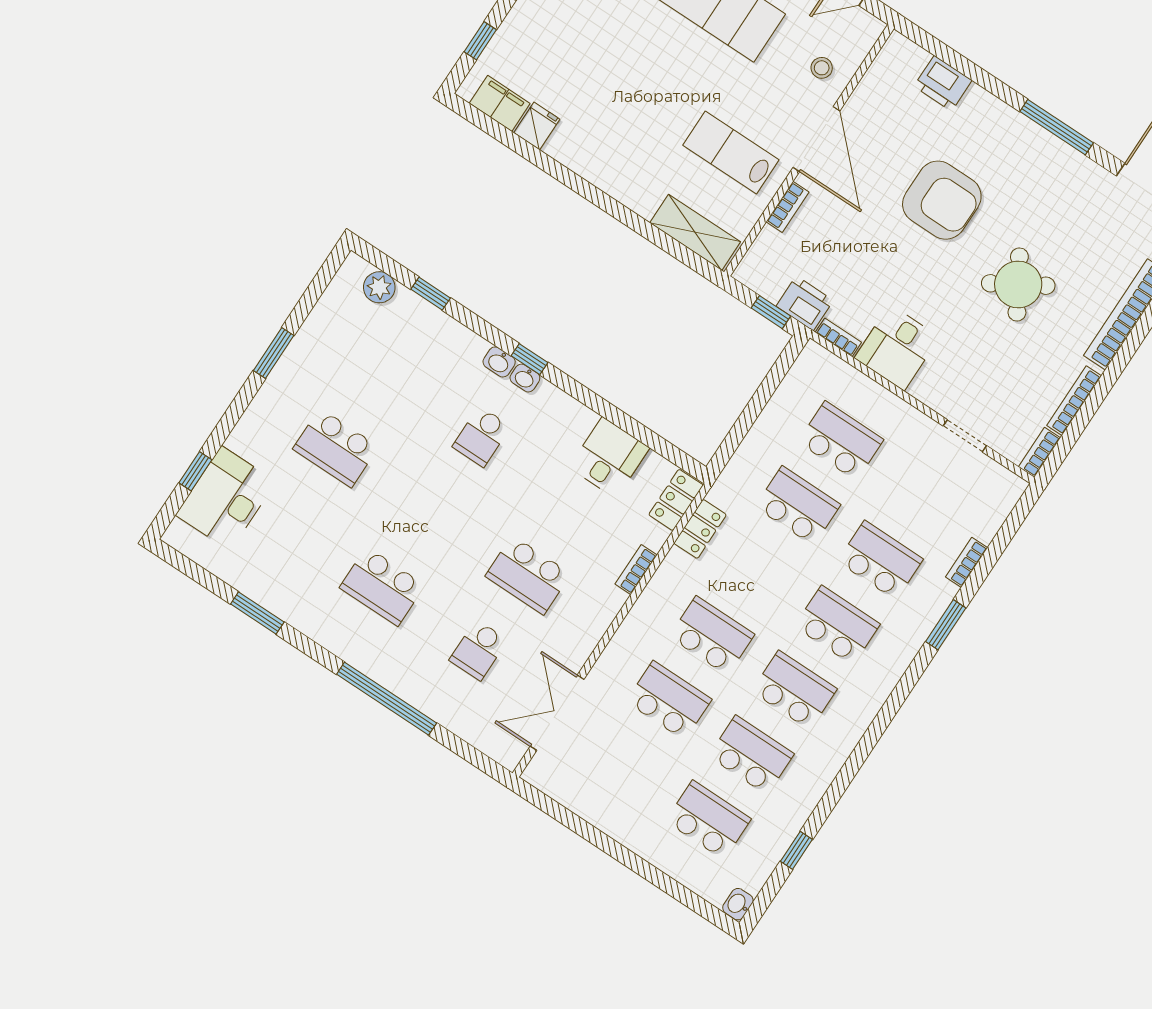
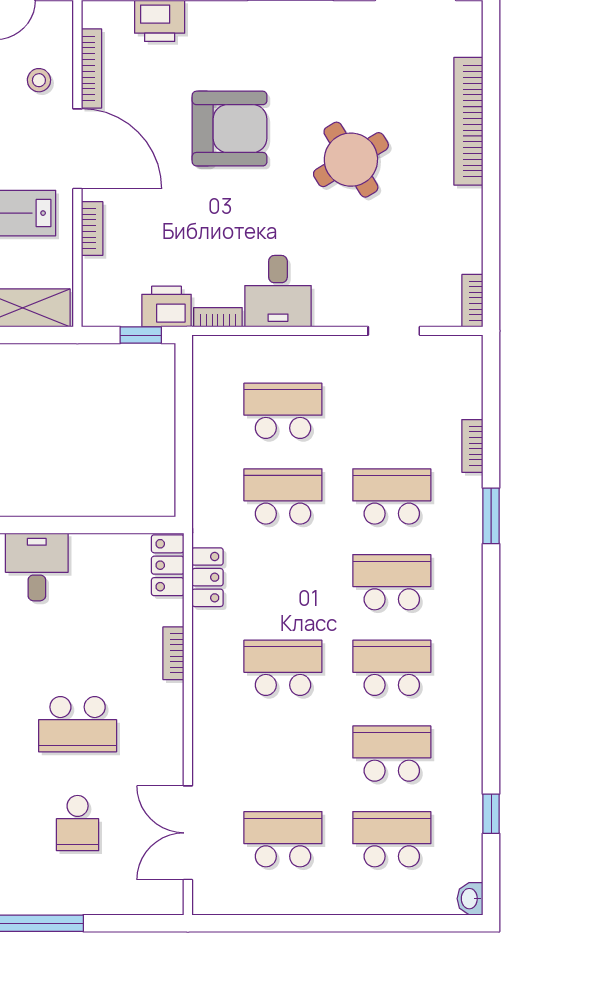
bookcase: (1074, 401) -> (91, 68), moved, turned 180
desk: (609, 458) -> (37, 567), moved
school desk: (669, 700) -> (283, 839), moved

